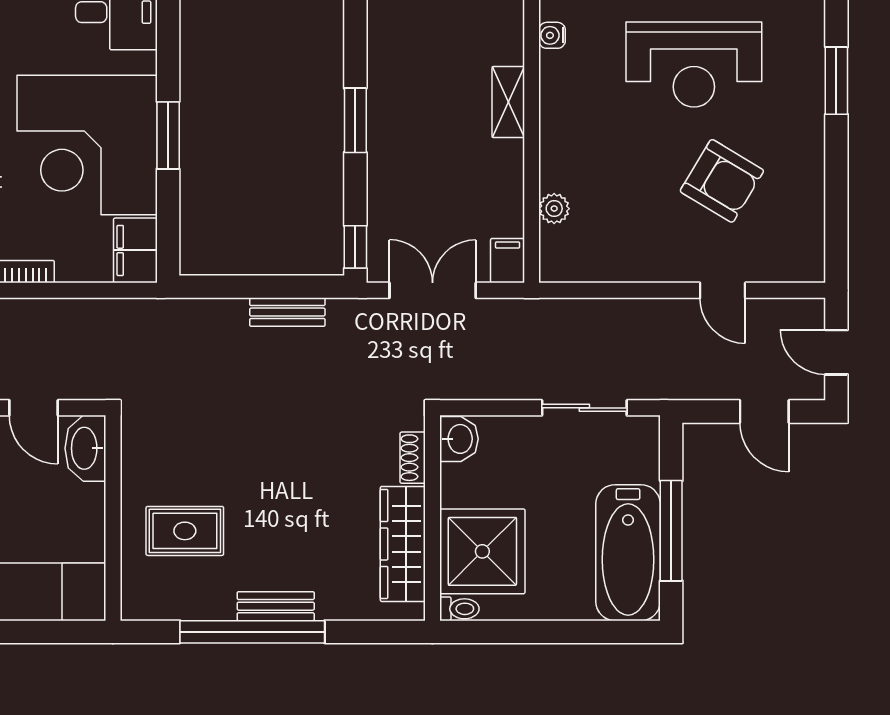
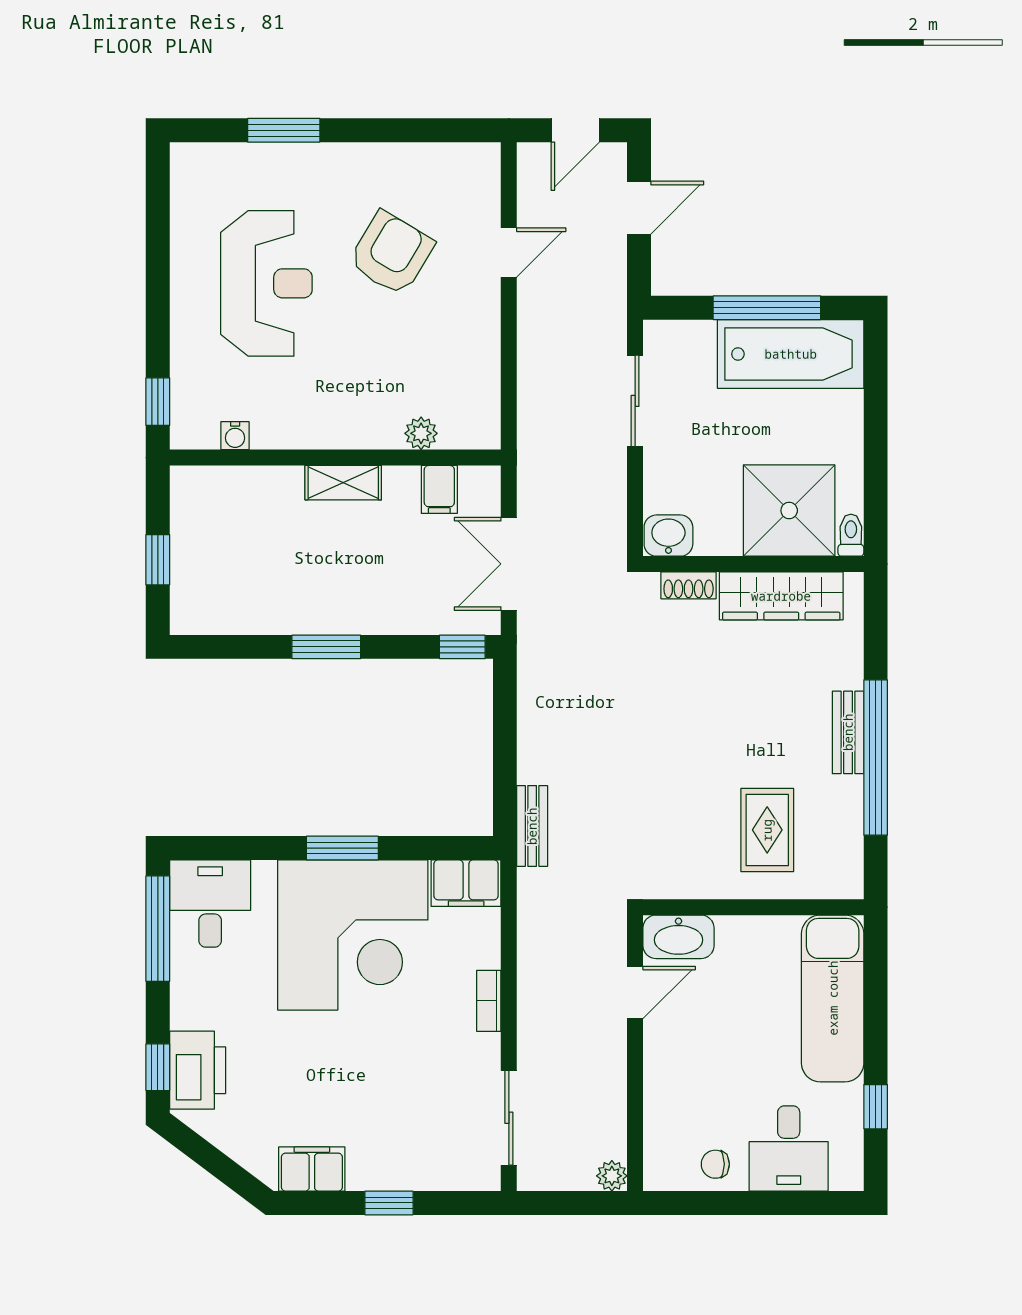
shelving: (508, 102) -> (343, 483), moved
filing cabinet: (508, 261) -> (439, 489), moved, turned -90
bench: (287, 312) -> (532, 826), moved

